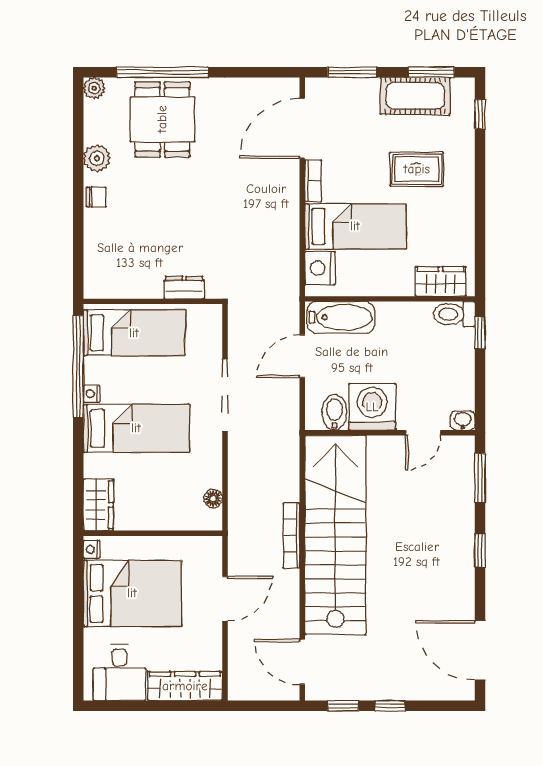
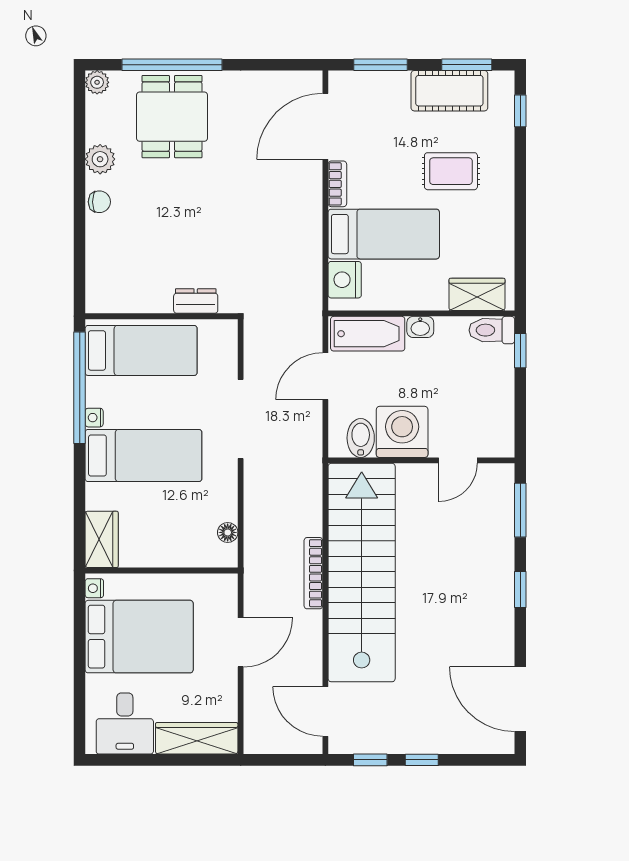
washbasin: (463, 420) -> (420, 327), moved, turned 180

